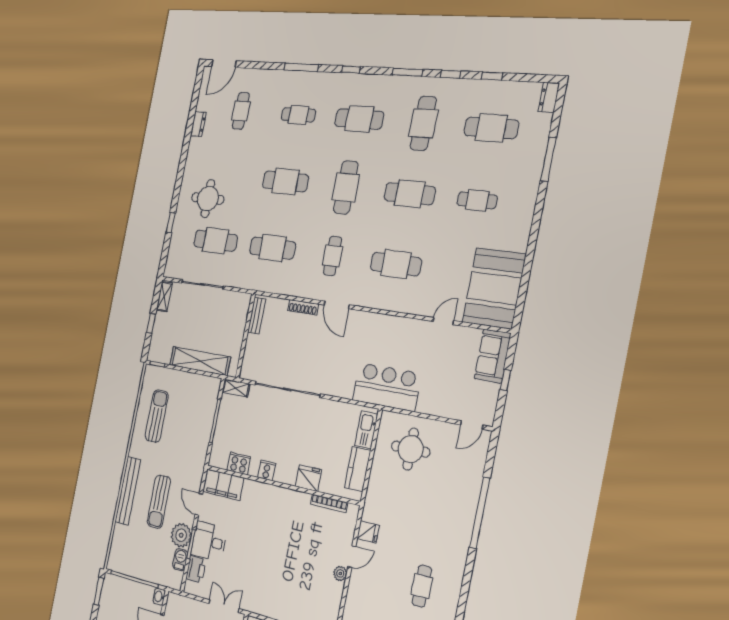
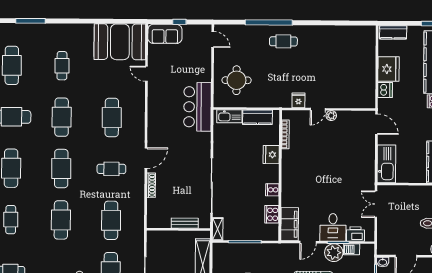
cafe table: (346, 187) -> (61, 169), turned 90
bench: (257, 316) -> (185, 223), moved
door: (352, 557) -> (318, 109), swing flipped
cafe table: (422, 586) -> (283, 41), moved

